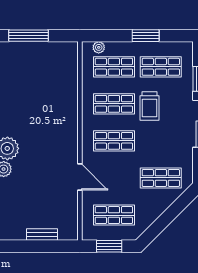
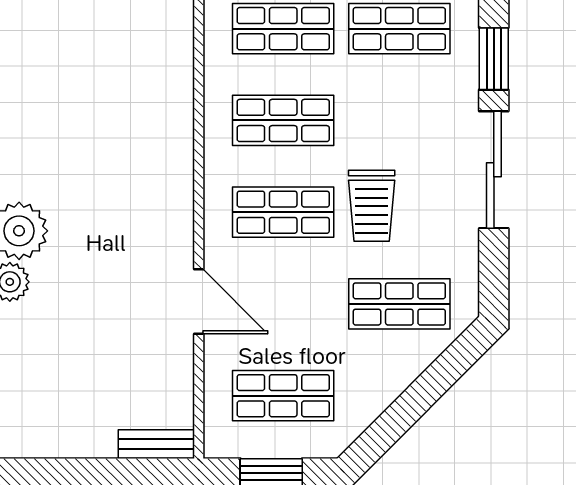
trolley: (149, 106) -> (372, 206), moved
bench: (42, 235) -> (156, 444), moved

